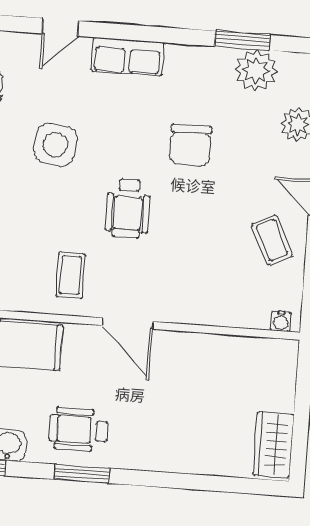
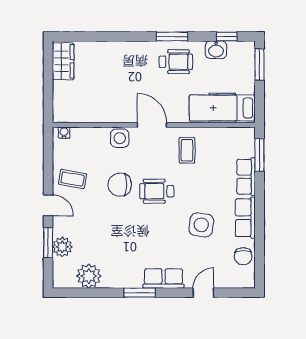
window: (242, 41) -> (140, 293), moved
chair: (190, 145) -> (120, 185), moved, turned -90
wheelchair: (128, 208) -> (157, 191), turned -90
coffee table: (272, 240) -> (73, 179), turned -54
side table: (185, 305) -> (120, 138), added

